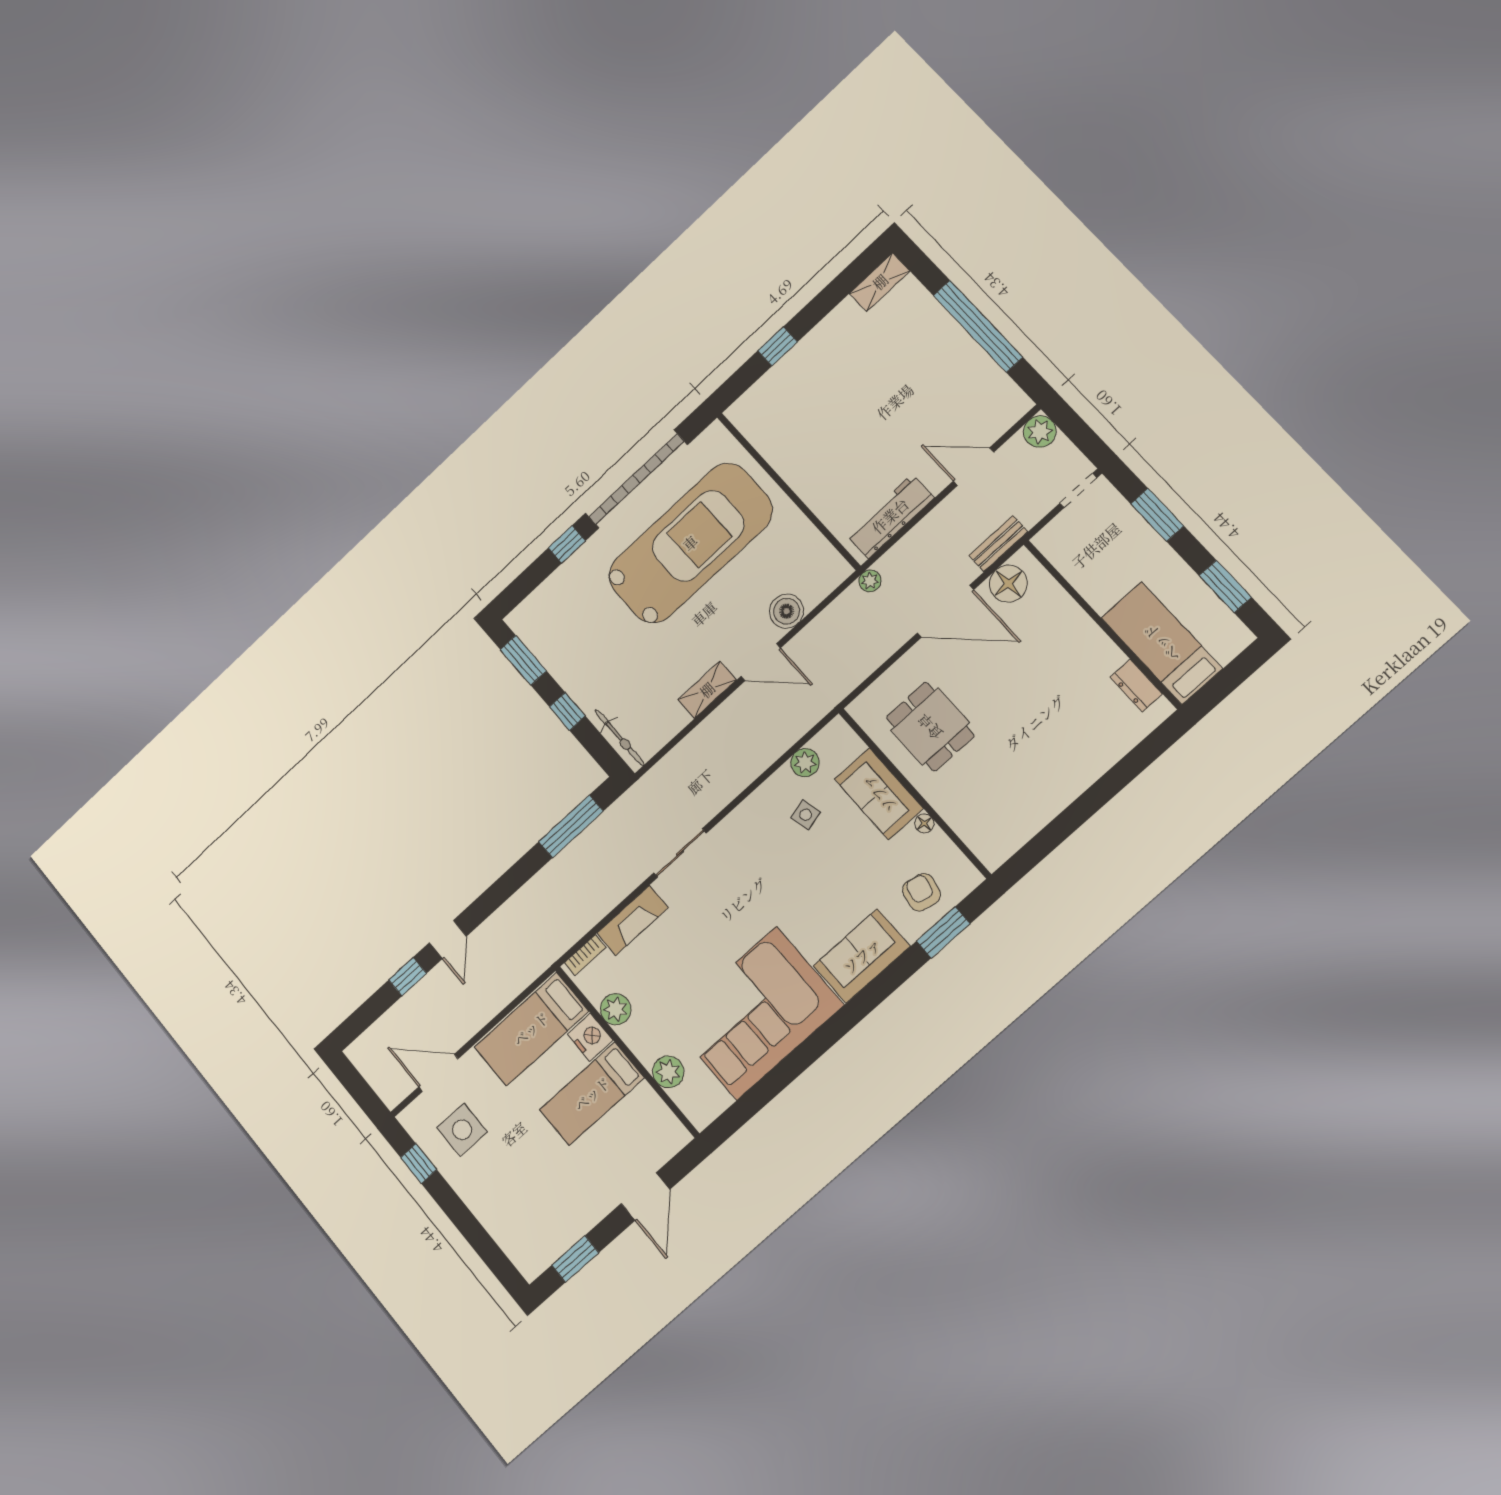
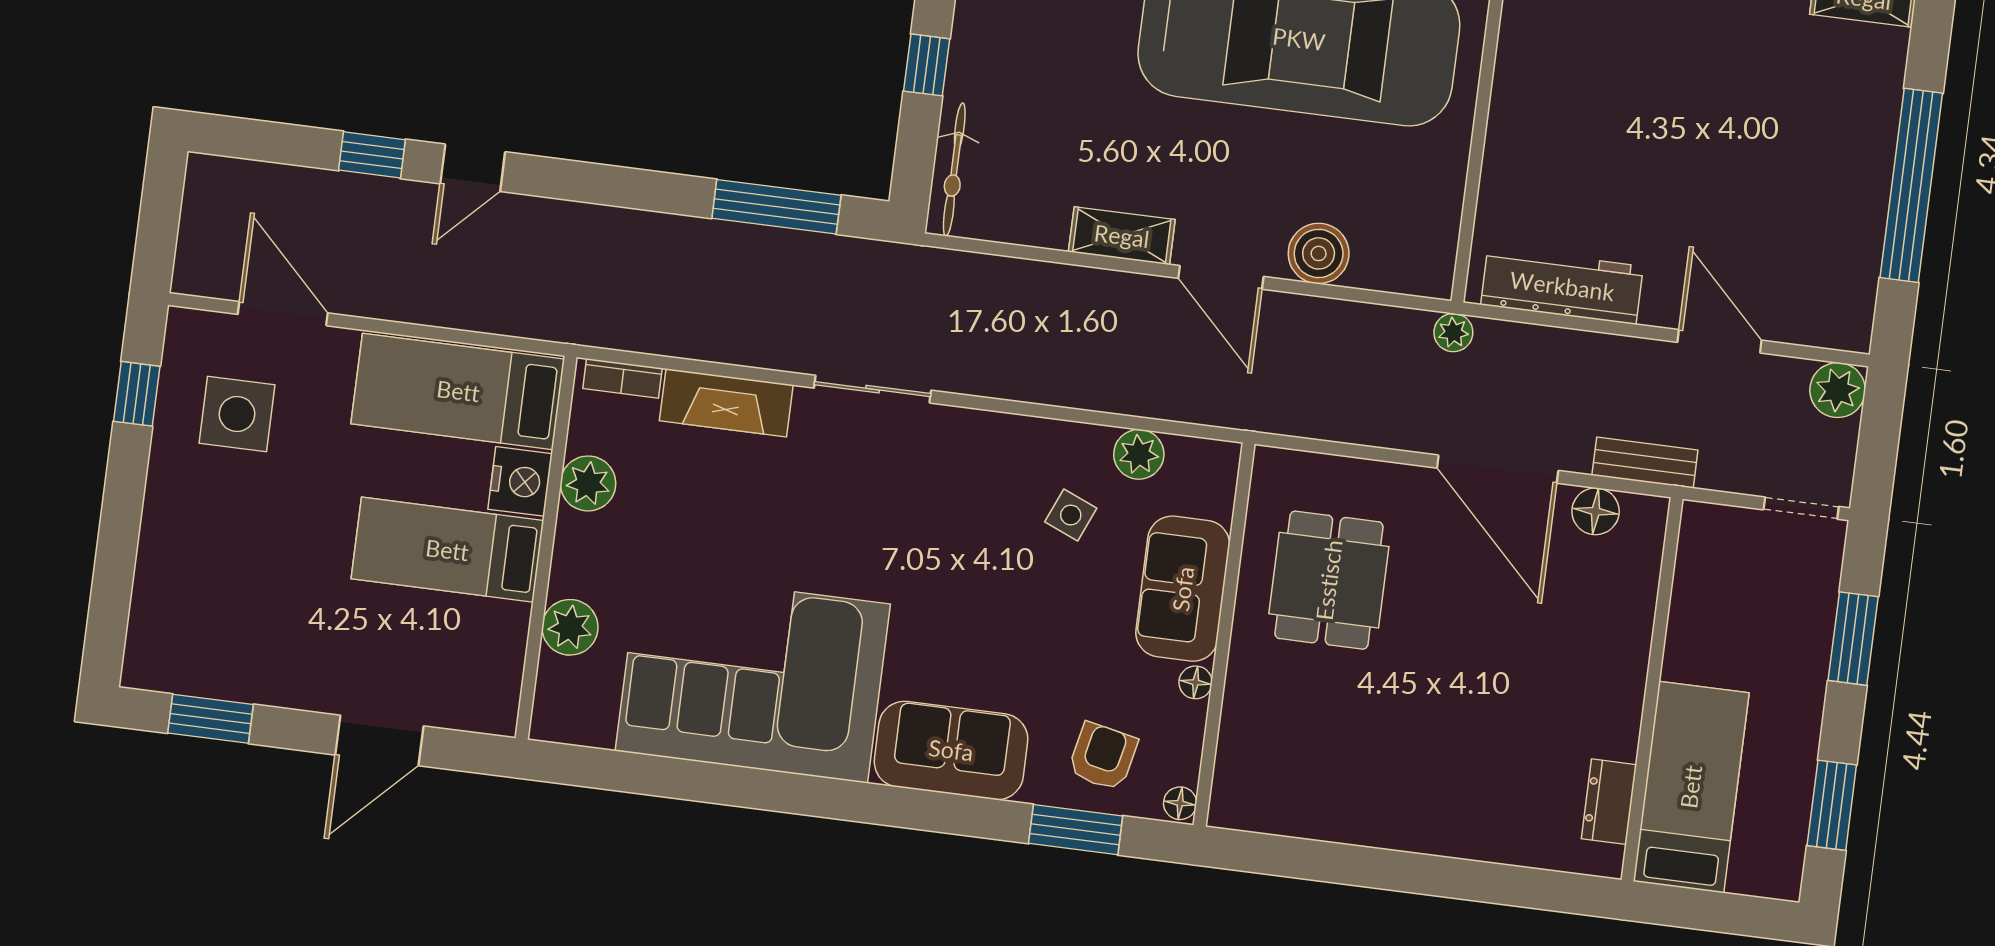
floor lamp: (1008, 584) -> (1596, 511), width x0.73, depth x0.73
side table: (806, 815) -> (1071, 515), turned 37
floor lamp: (971, 876) -> (1180, 803), added

